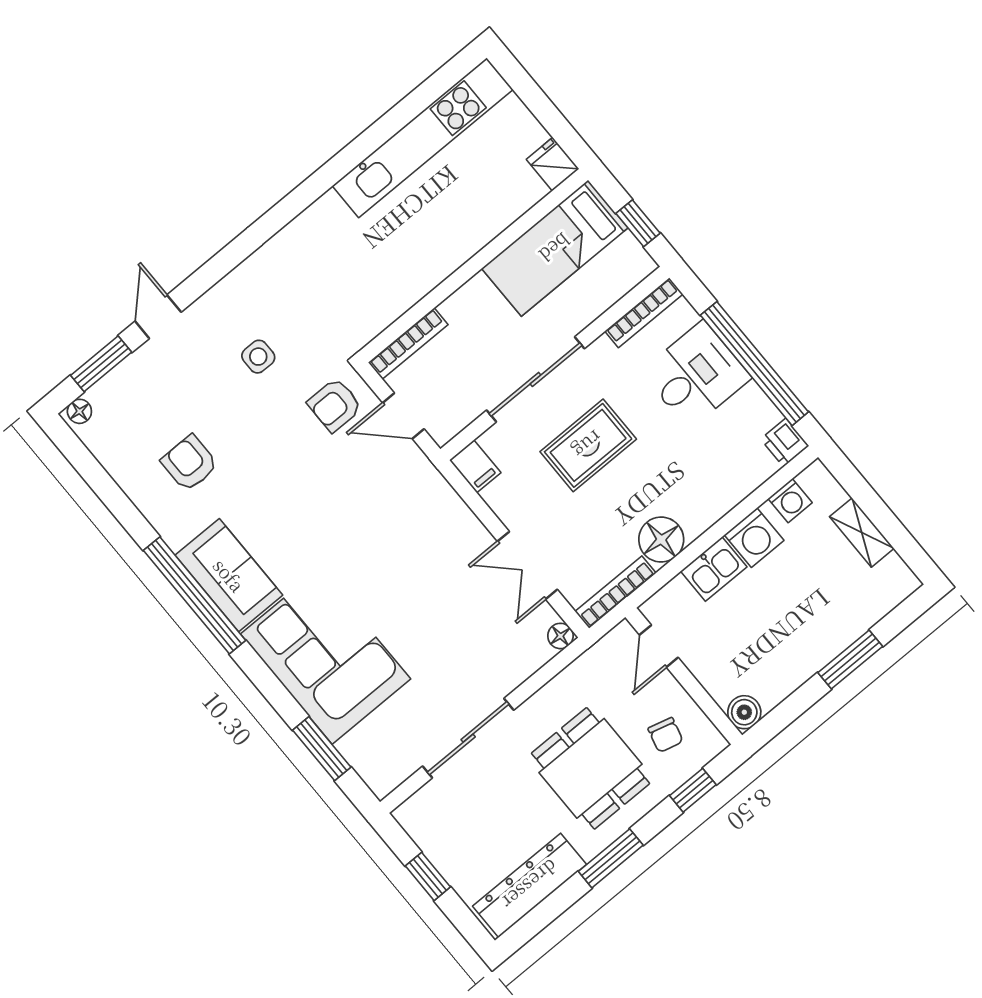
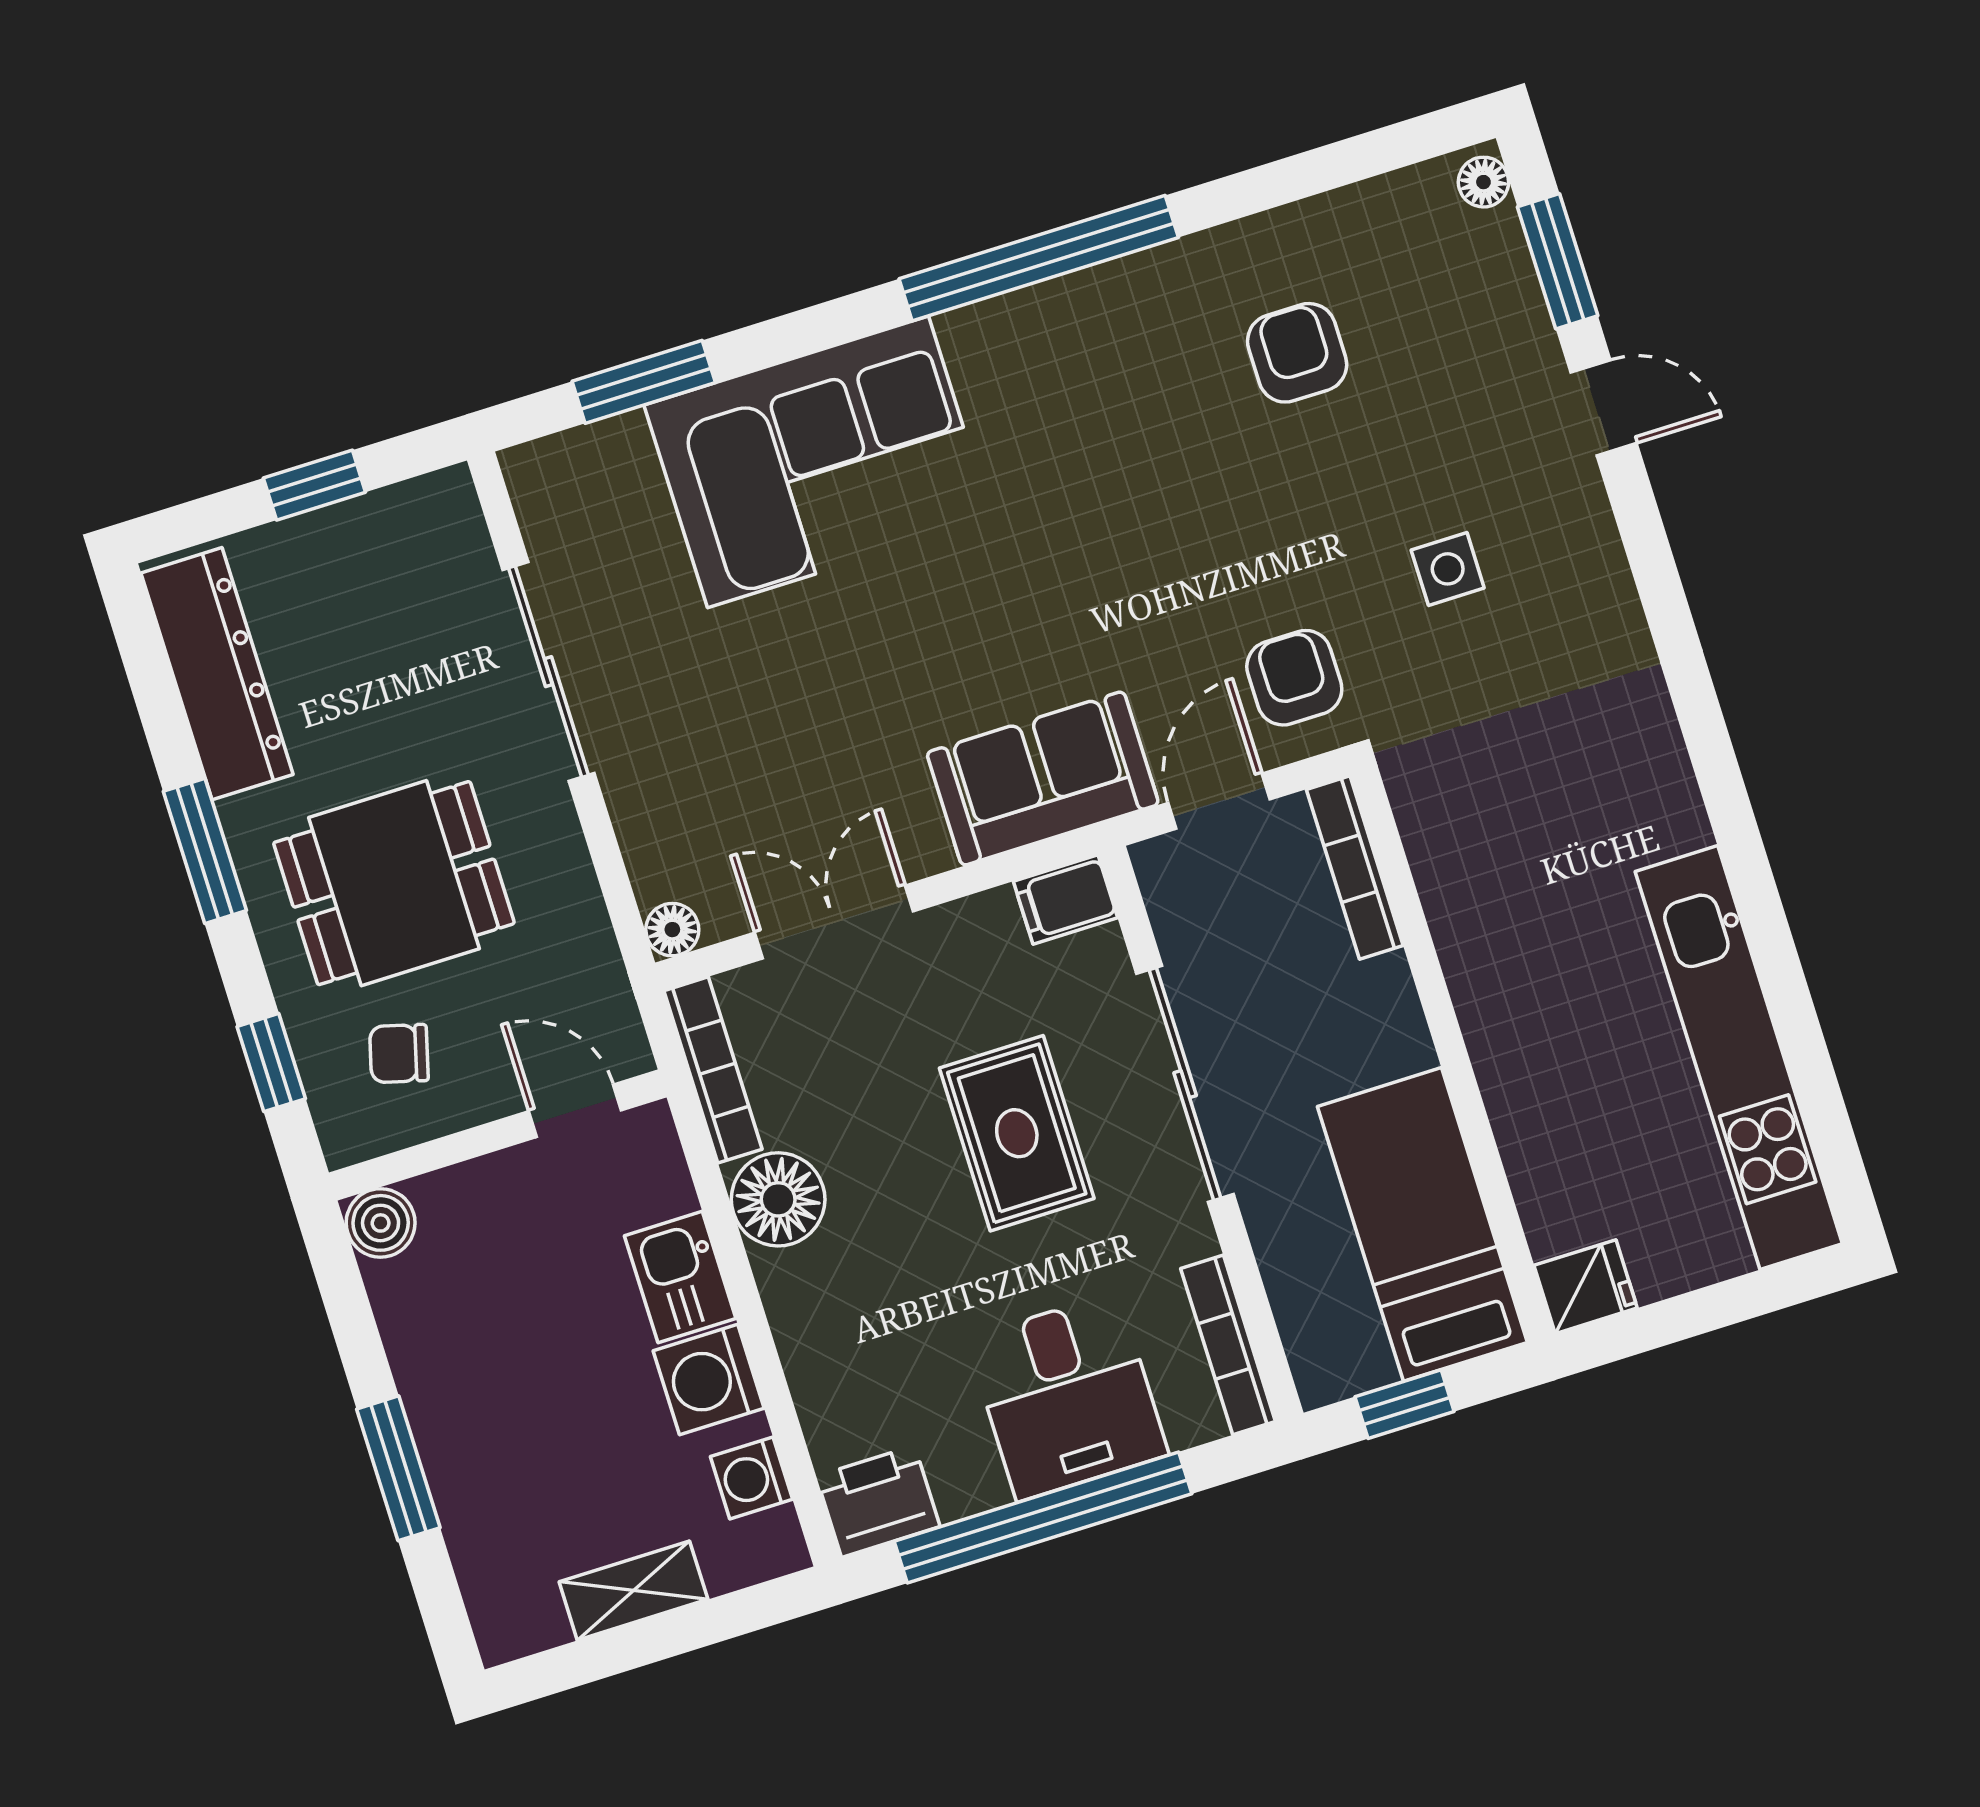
printer: (785, 442) -> (878, 1501), width x1.36, depth x1.24
armchair: (190, 463) -> (1297, 353), turned -90
sofa: (229, 575) -> (1043, 778), moved, turned 180

